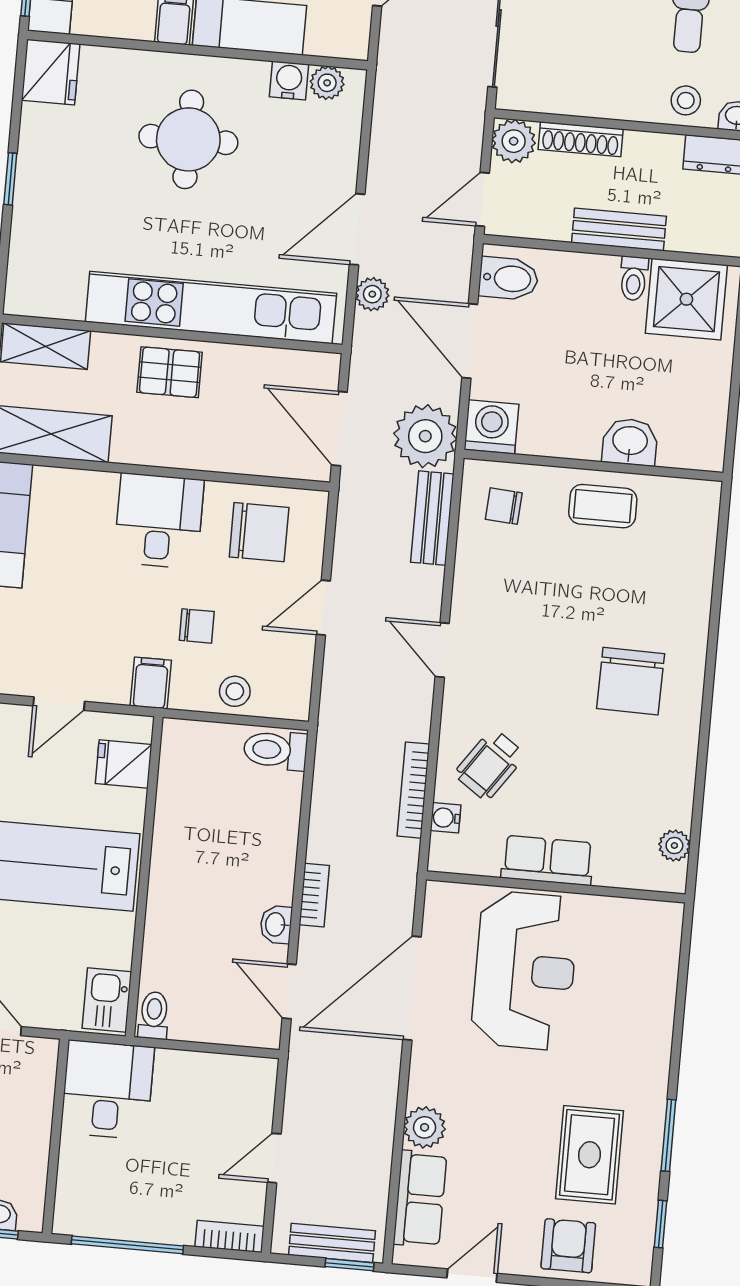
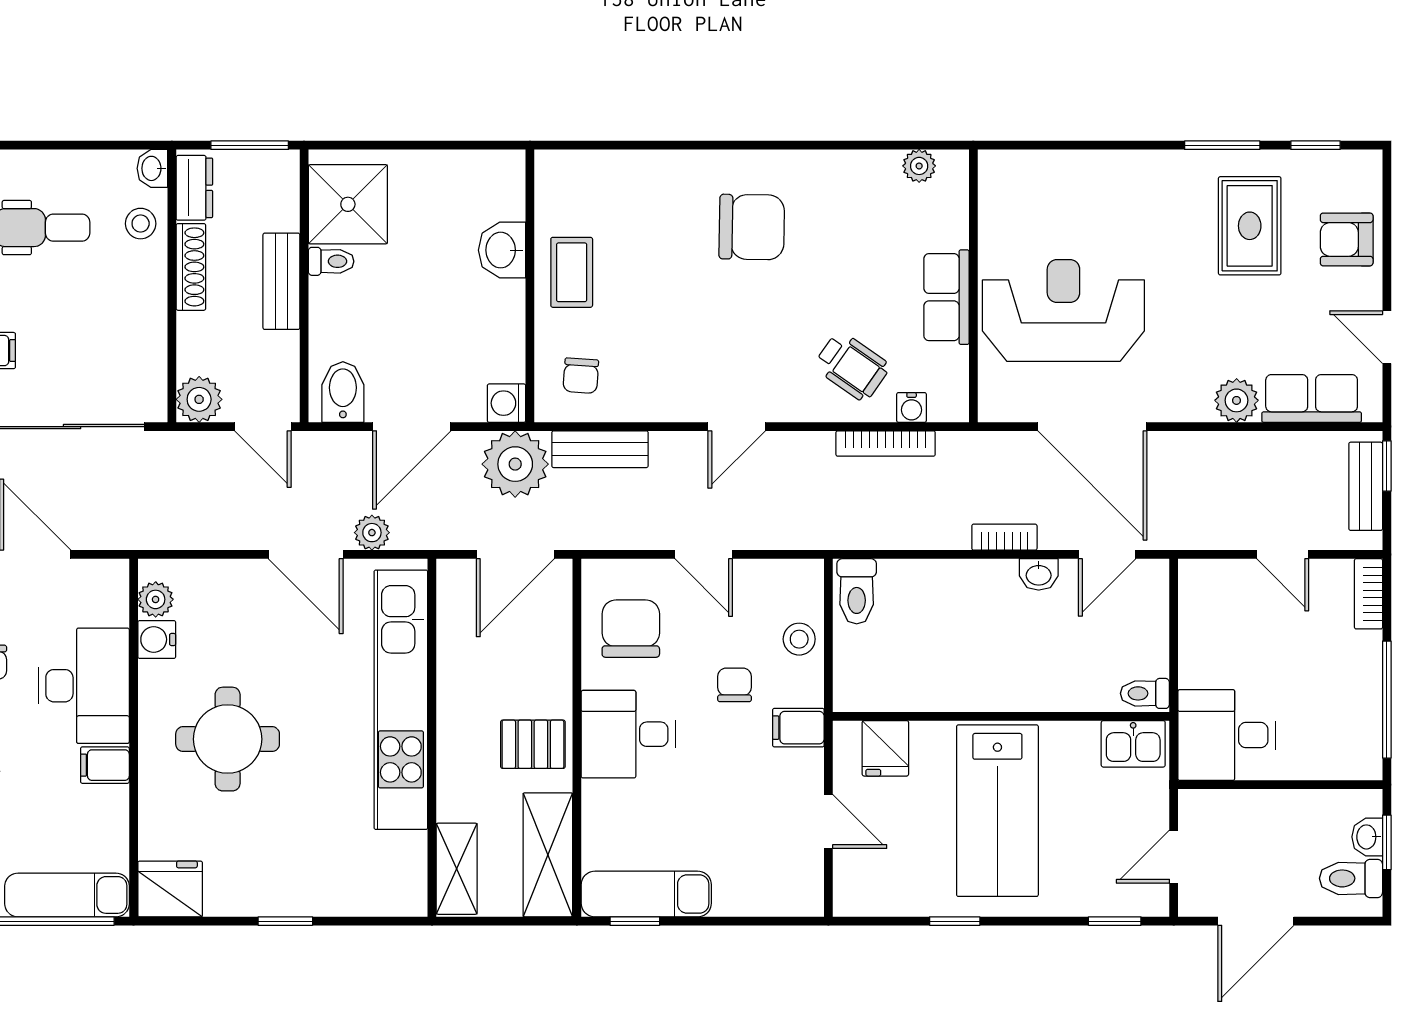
shoe rack: (581, 139) -> (191, 267), moved
pallet: (170, 372) -> (533, 744), moved, turned 90
washing machine: (491, 427) -> (507, 403), width x0.73, depth x0.73
rug: (589, 1155) -> (1250, 226), turned 90

